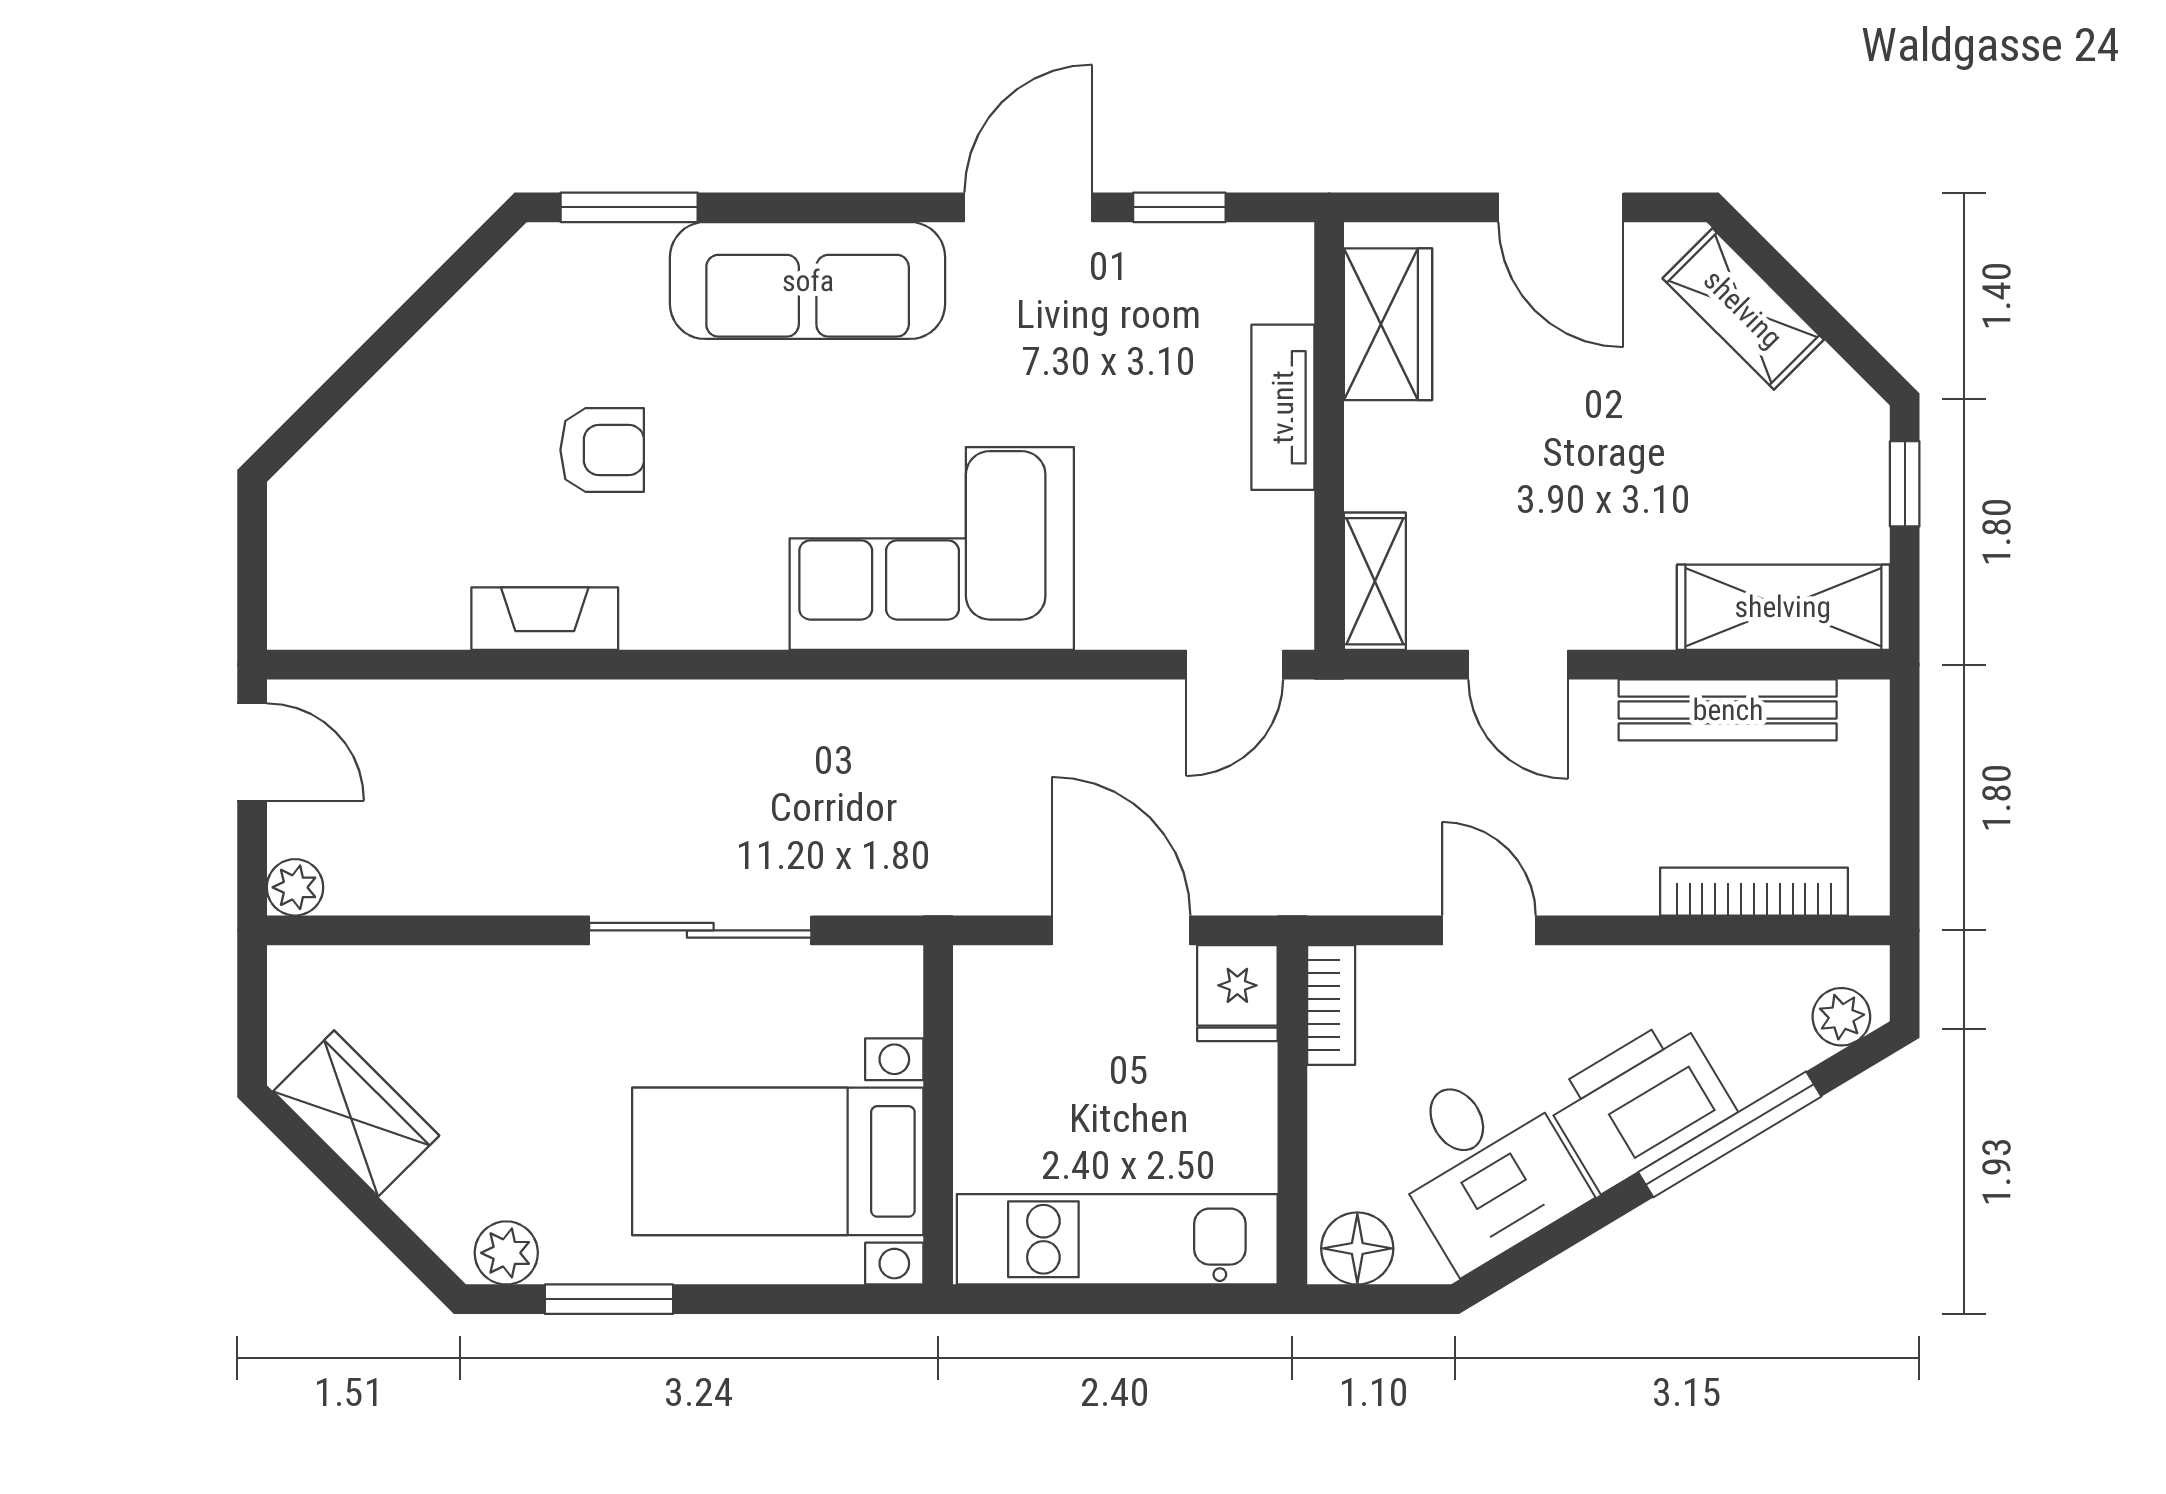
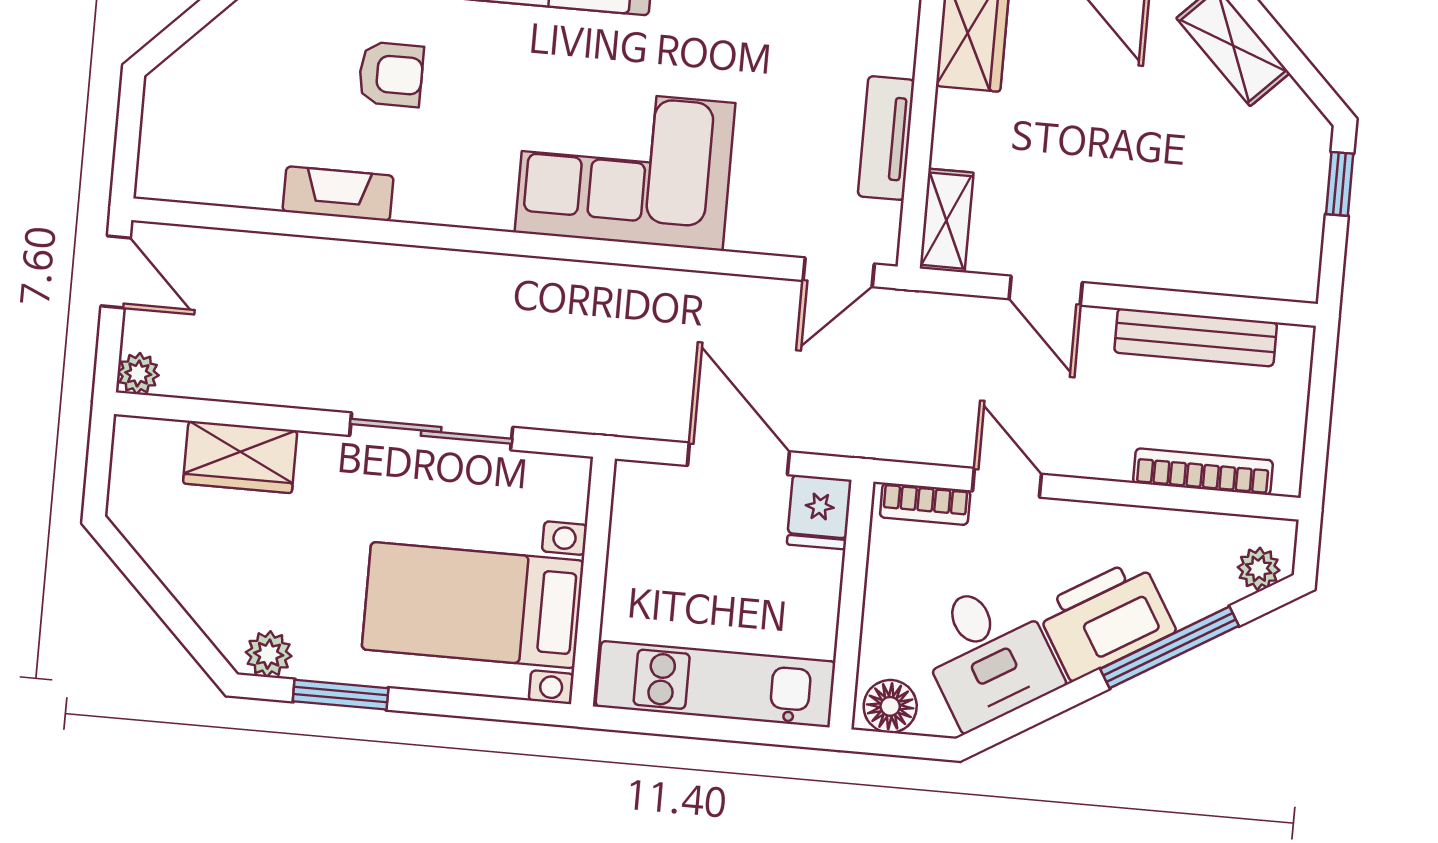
tv unit: (1283, 407) -> (886, 138), moved
shelving: (1783, 607) -> (1243, 266), removed
bookcase: (1331, 1005) -> (925, 504), moved, turned 90
wardrobe: (356, 1113) -> (240, 457), moved, turned 135

